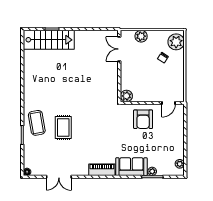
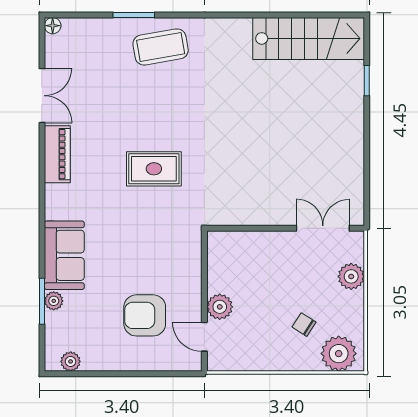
stairs: (49, 40) -> (309, 38), moved, turned -90
plant: (126, 96) -> (220, 307), moved
armchair: (143, 119) -> (145, 315), moved
rug: (63, 128) -> (154, 169), moved
piano: (102, 170) -> (57, 154), moved
double door: (59, 177) -> (42, 96), swing flipped

